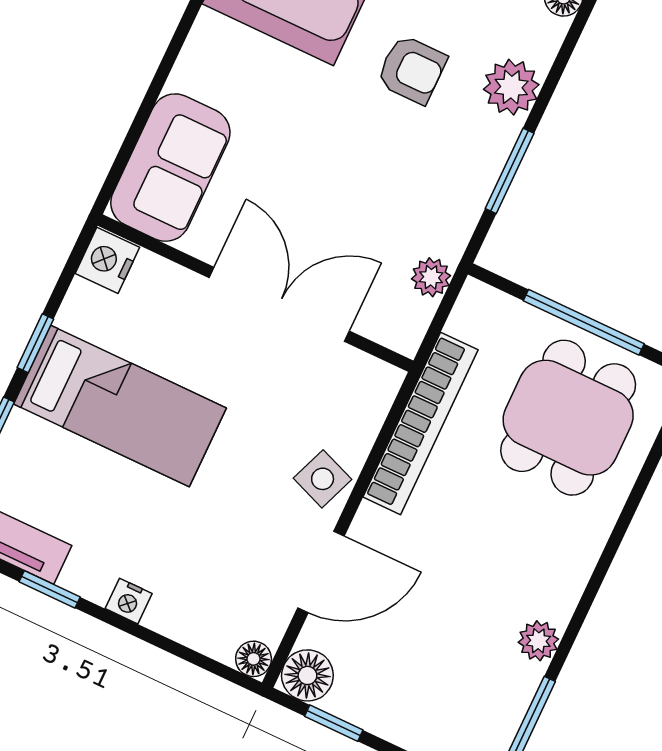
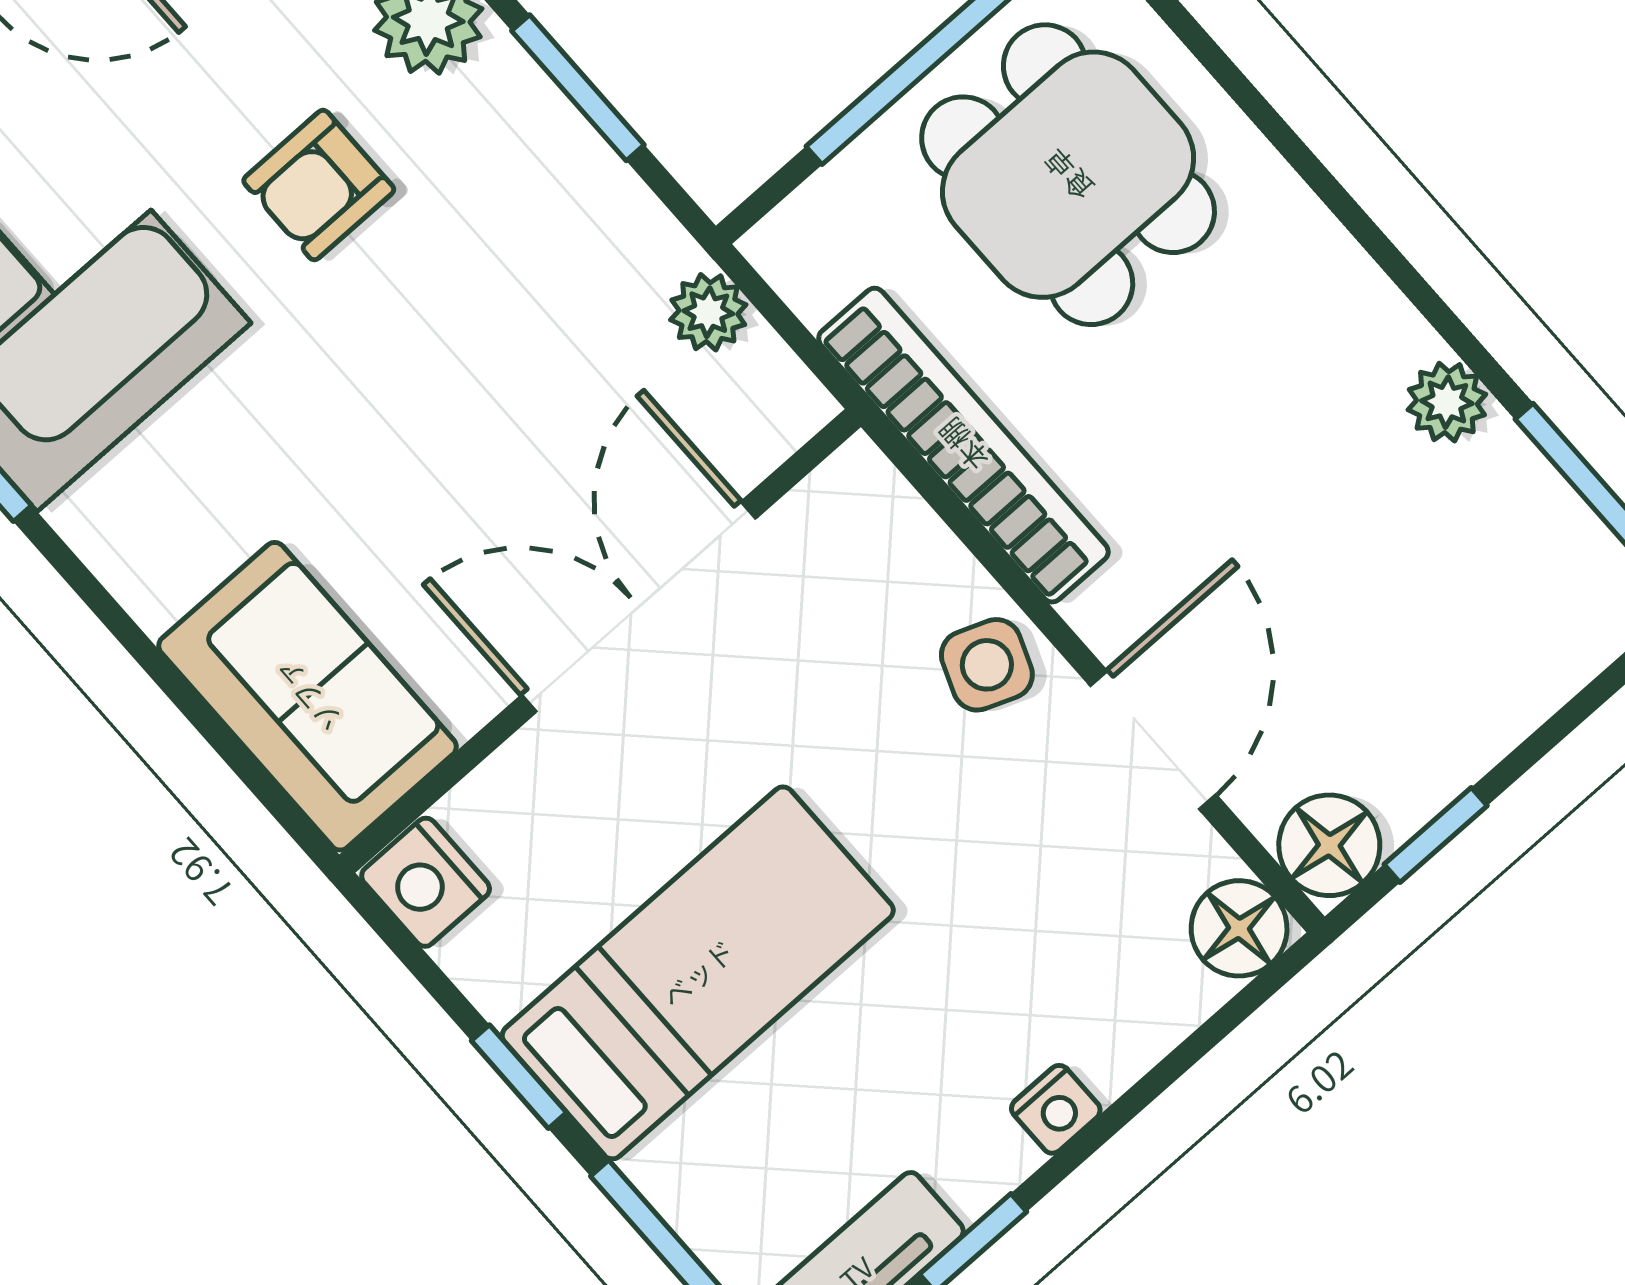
armchair: (412, 69) -> (319, 185), turned 180
floor lamp: (254, 659) -> (1239, 928), width x1.37, depth x1.37

